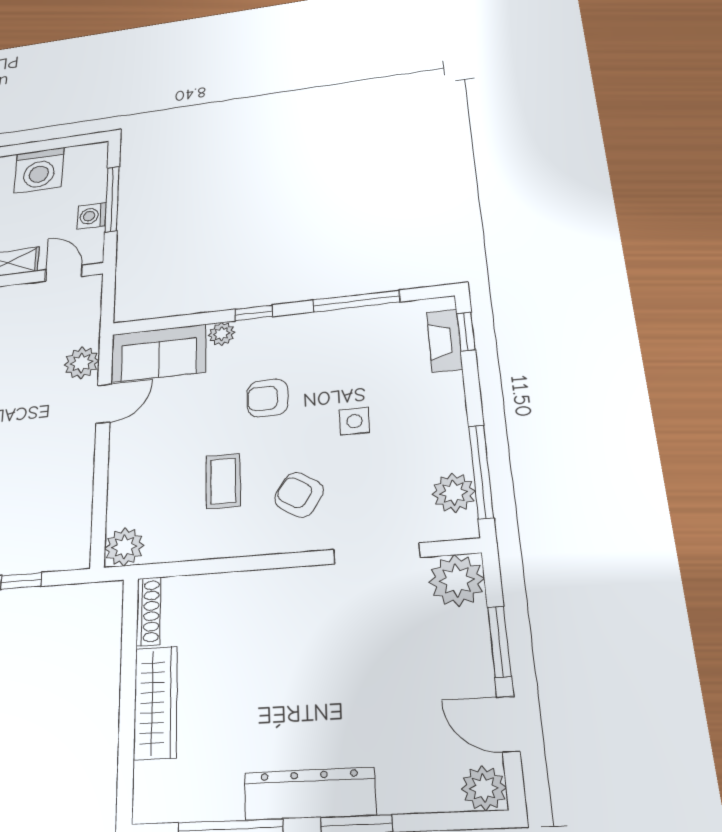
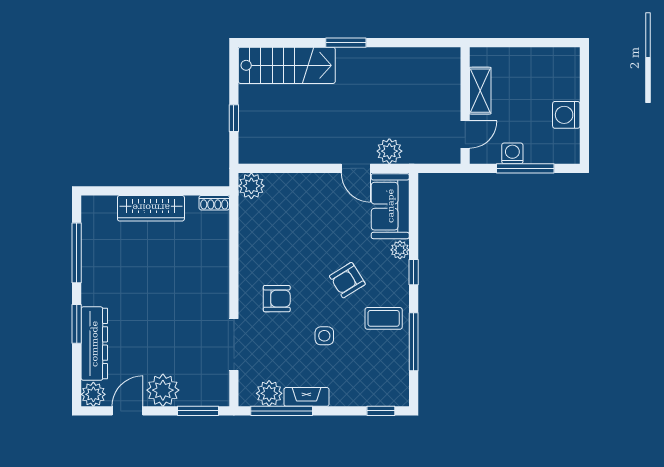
washing machine: (39, 170) -> (566, 115), width x0.73, depth x0.73
fireplace: (445, 341) -> (306, 397), moved
armchair: (268, 398) -> (347, 280), turned -122
coffee table: (223, 481) -> (384, 318), moved
armchair: (299, 495) -> (277, 299), turned 57
plant: (457, 580) -> (163, 390), moved
shoe rack: (149, 611) -> (214, 203), width x0.70
window: (499, 641) -> (198, 411), moved
dresser: (310, 794) -> (94, 344), moved

